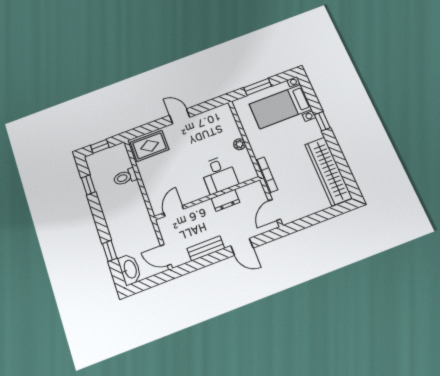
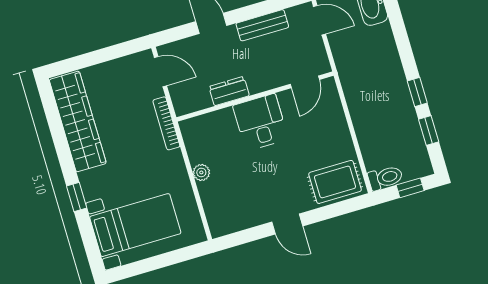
window: (258, 87) -> (166, 260), removed
desk: (219, 175) -> (260, 122), moved
toilet: (125, 177) -> (385, 178), moved
door: (274, 210) -> (160, 72), hinge flipped
window: (110, 251) -> (417, 92), moved

